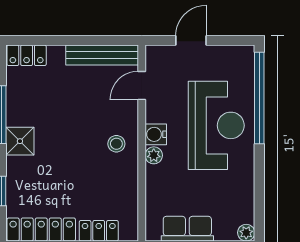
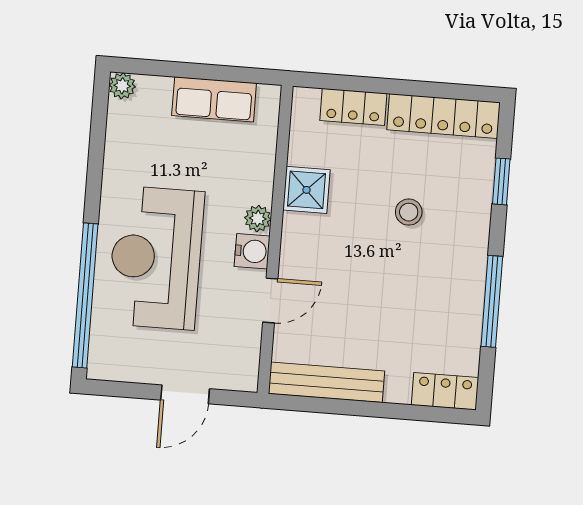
door: (142, 85) -> (270, 300), moved
shower: (20, 141) -> (306, 190), moved
stool: (116, 144) -> (409, 212), moved

